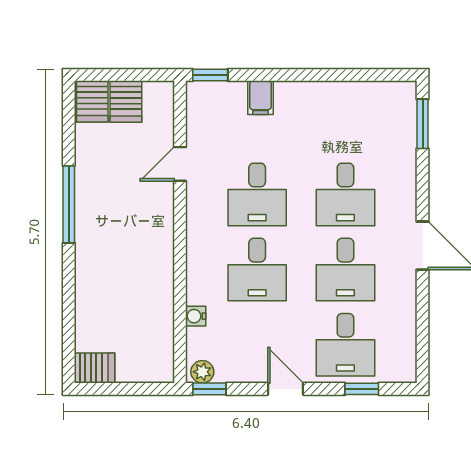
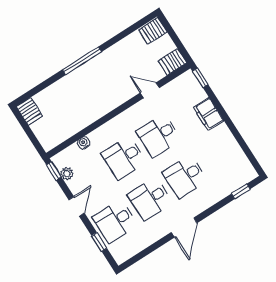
filing cabinet: (260, 98) -> (209, 114), width x2.00
server rack: (126, 102) -> (173, 62), moved
window: (423, 124) -> (241, 191), width x0.67
window: (69, 204) -> (82, 61), moved
plant: (202, 372) -> (67, 174), moved

